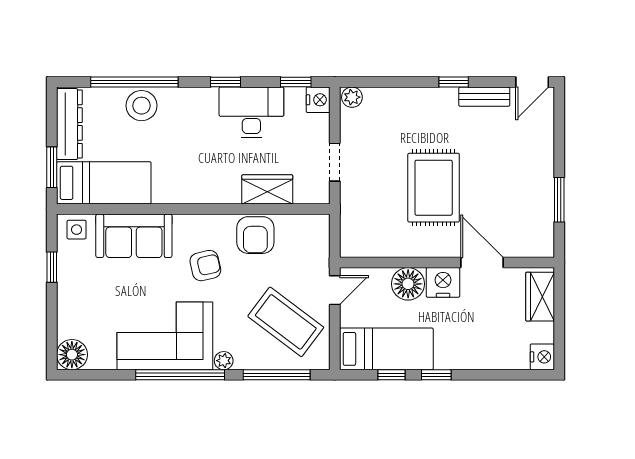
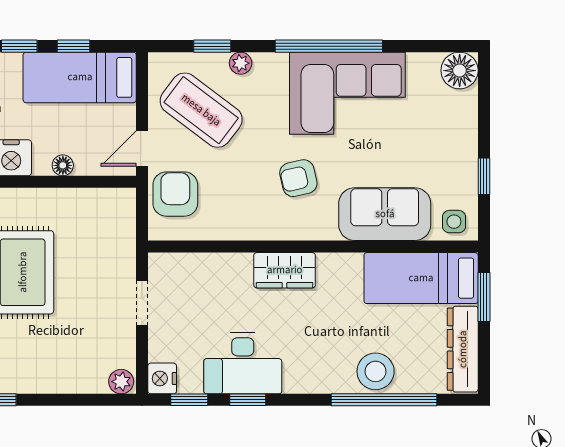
window: (225, 82) -> (248, 400), moved
wardrobe: (267, 189) -> (285, 270), moved
armchair: (255, 235) -> (175, 194), moved
floor lamp: (408, 284) -> (63, 165), width x0.53, depth x0.53
plant: (224, 361) -> (241, 63), moved
window: (277, 375) -> (212, 46), width x0.46

